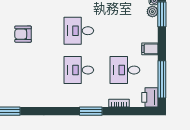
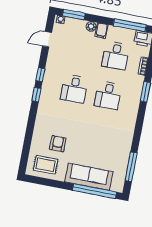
plant: (152, 12) -> (91, 26), moved
armchair: (23, 34) -> (58, 144), moved, turned 180

